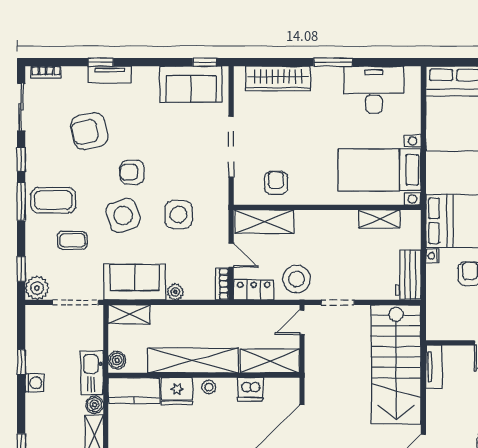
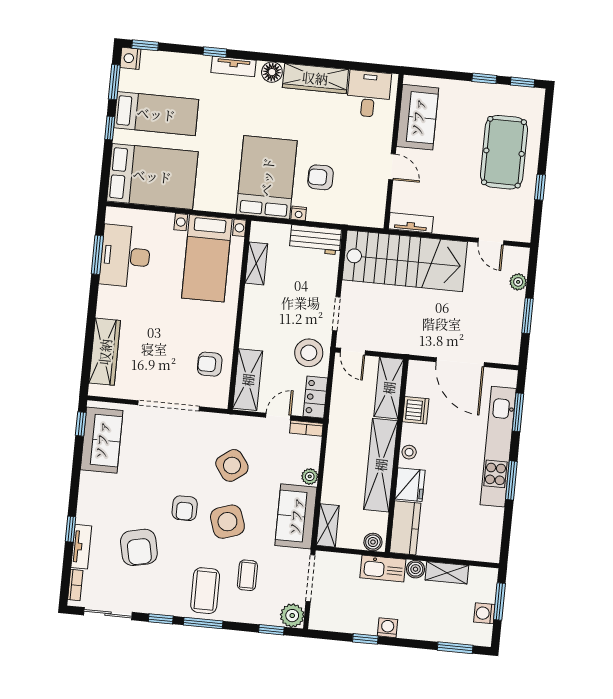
window: (333, 62) -> (97, 255), moved
tv unit: (110, 74) -> (81, 547), moved
side table: (179, 215) -> (232, 465), turned -36

